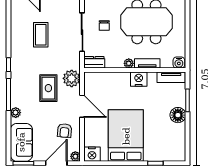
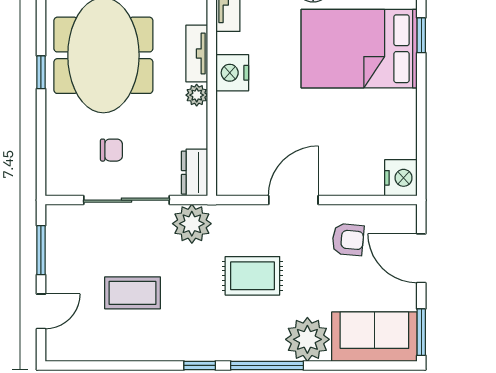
plant: (72, 78) -> (192, 224), moved
plant: (16, 113) -> (307, 339), width x1.87, depth x1.87
bed: (126, 136) -> (359, 49), moved
plant: (75, 156) -> (406, 215), removed

